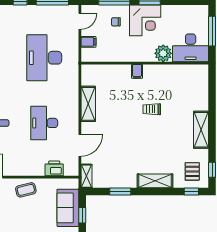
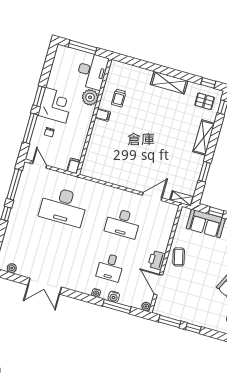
filing cabinet: (88, 42) -> (74, 166), moved
filing cabinet: (137, 71) -> (103, 115), moved
shelving: (88, 104) -> (117, 178), removed
trolley: (152, 109) -> (119, 98), moved
door: (80, 145) -> (152, 196), hinge flipped
printer: (54, 168) -> (157, 260), moved

